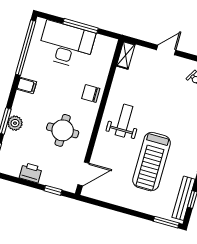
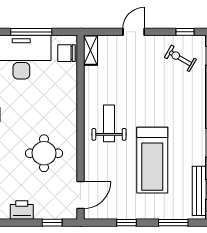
chair: (91, 93) -> (67, 53), moved
window: (115, 208) -> (126, 223), added
window: (166, 222) -> (173, 223), moved

